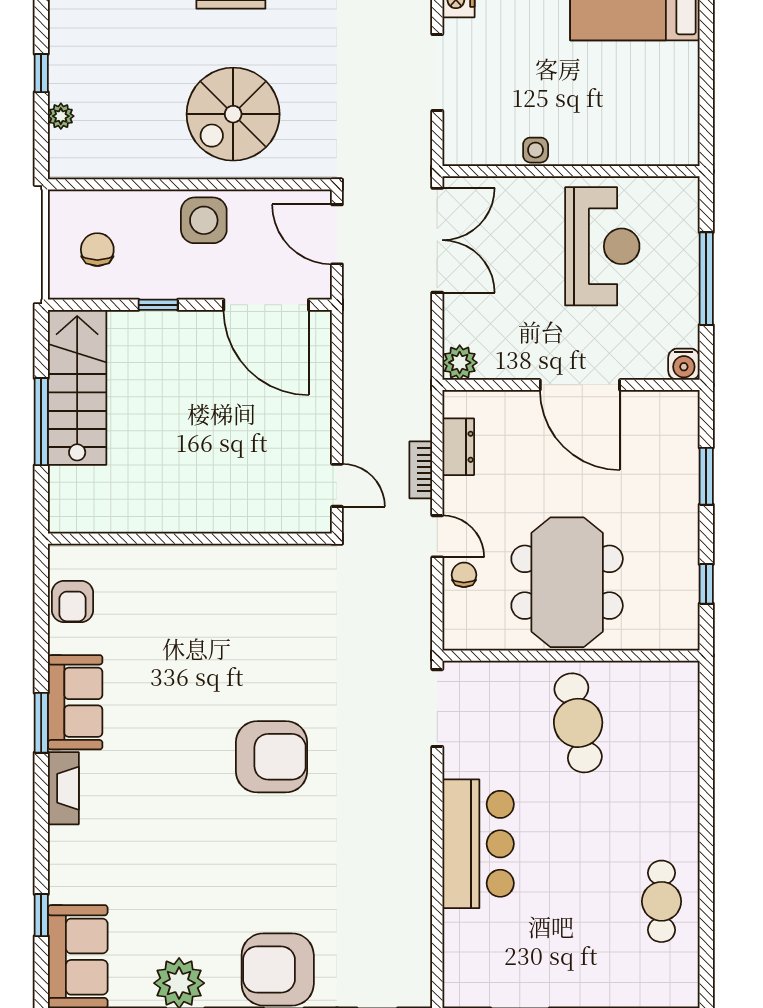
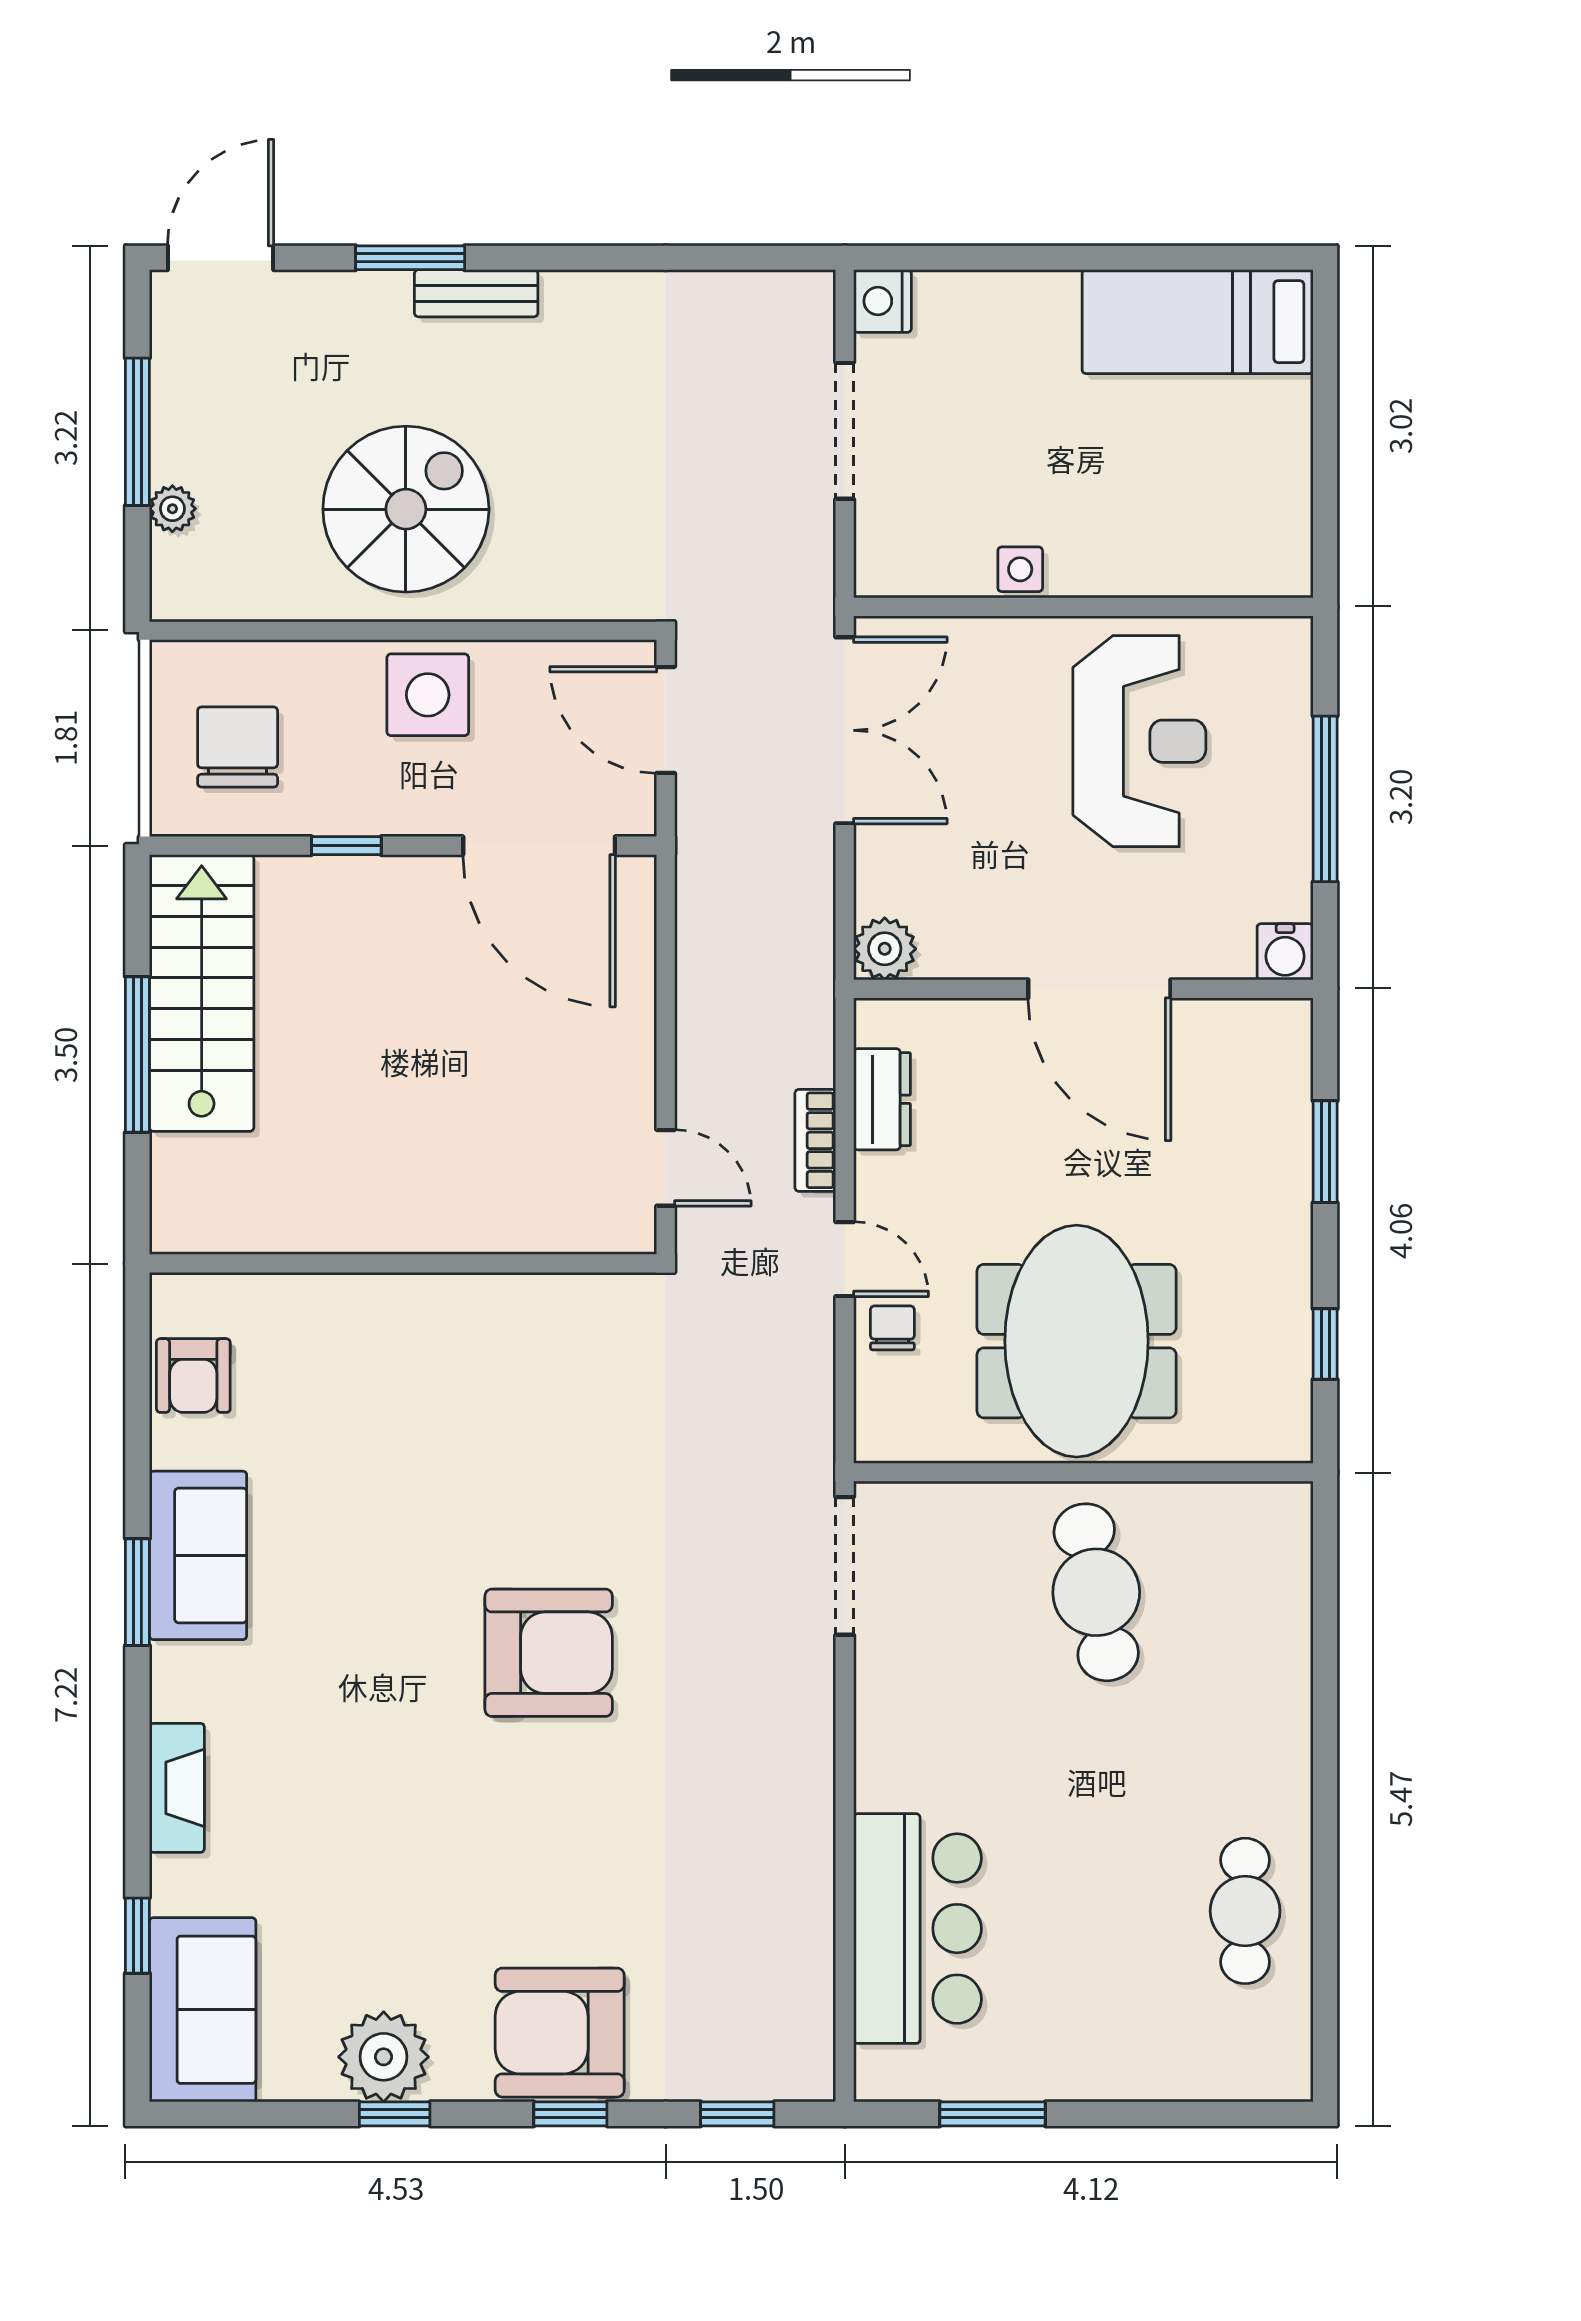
window: (41, 73) -> (137, 432), width x2.17
spiral stairs: (233, 114) -> (406, 509), moved, turned 180
chair: (97, 250) -> (238, 747), width x1.37, depth x1.37
fireplace: (63, 788) -> (177, 1788), moved
bar counter: (478, 844) -> (917, 1929), moved

